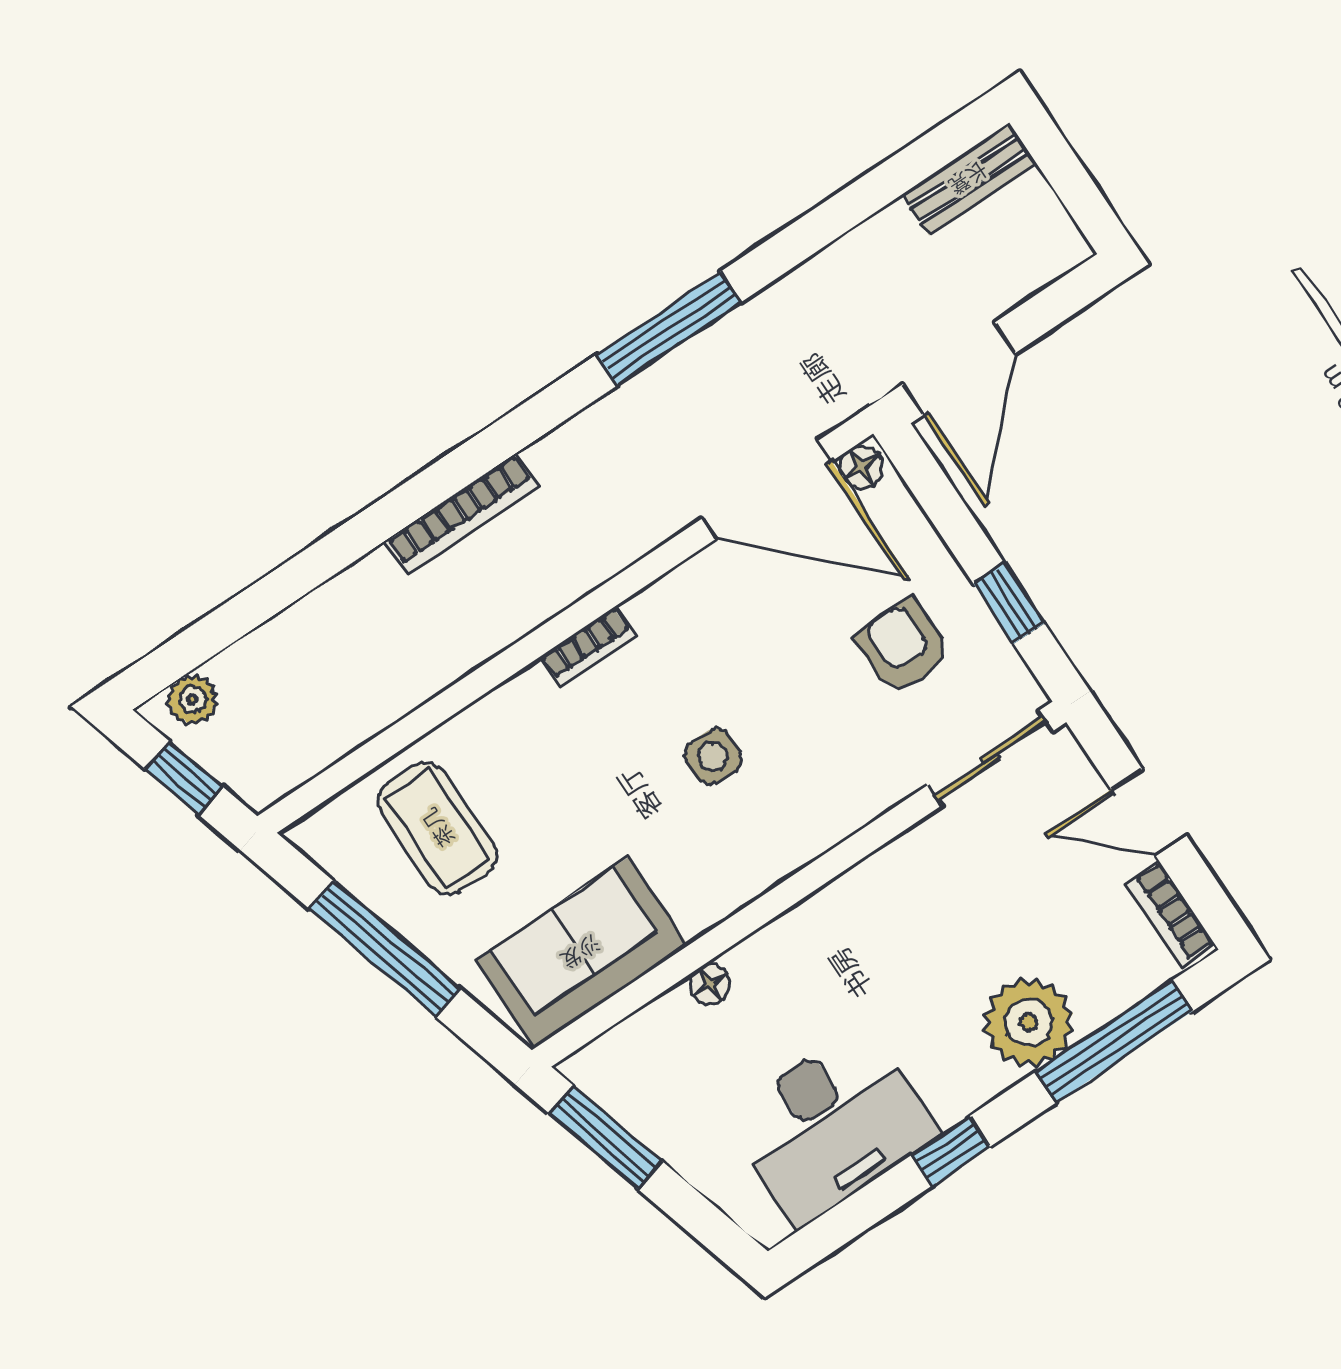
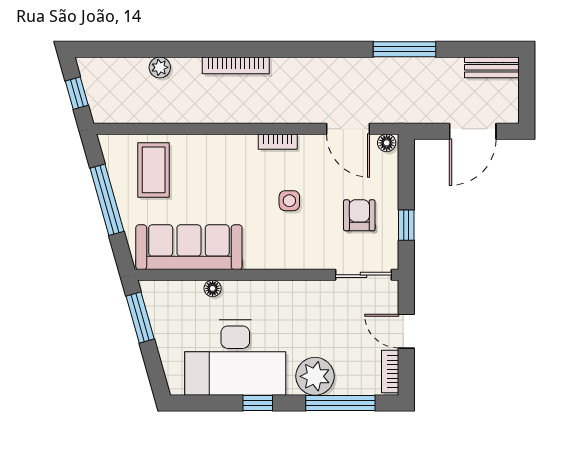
window: (669, 328) -> (404, 49), moved
door: (959, 368) -> (473, 131), moved
door: (766, 490) -> (348, 129), width x0.73
bookcase: (588, 647) -> (278, 142), moved
plant: (192, 699) -> (160, 67), moved
side table: (713, 756) -> (289, 201), moved
sofa: (581, 953) -> (189, 247), width x1.36
desk: (831, 1126) -> (235, 358), width x1.36, depth x1.30

